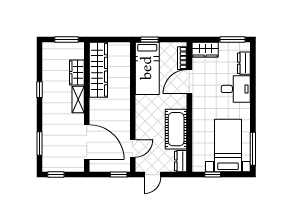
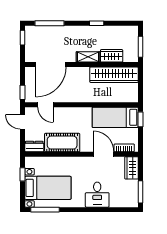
dresser: (244, 63) -> (120, 202), removed
window: (40, 144) -> (50, 23), width x1.44

